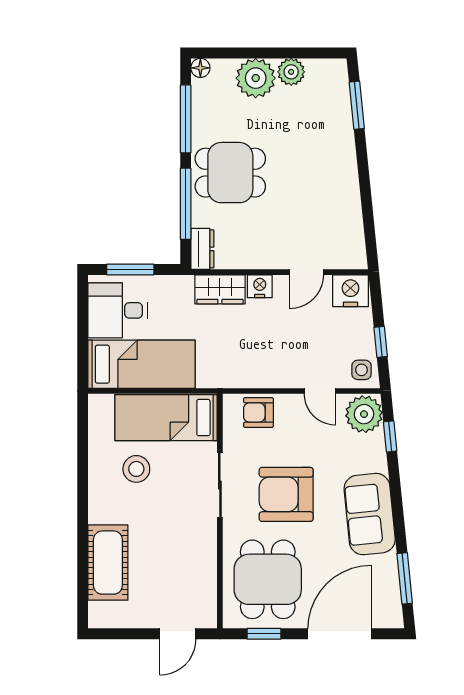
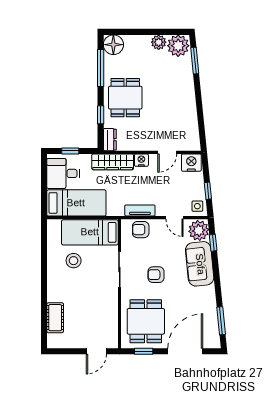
floor lamp: (200, 68) -> (113, 45), width x1.89, depth x1.89
plant: (256, 78) -> (178, 46), moved
dining table: (230, 173) -> (125, 98), turned 90
window: (186, 204) -> (101, 115), width x0.46
window: (130, 269) -> (70, 151), width x0.67
wardrobe: (220, 289) -> (113, 162), width x1.50
tv unit: (257, 378) -> (140, 211), added
armchair: (286, 494) -> (156, 275), width x0.53, depth x0.53
sofa: (370, 514) -> (200, 264), moved
cot: (108, 563) -> (55, 318), width x0.73, depth x0.75

